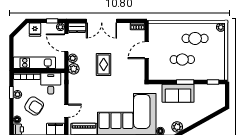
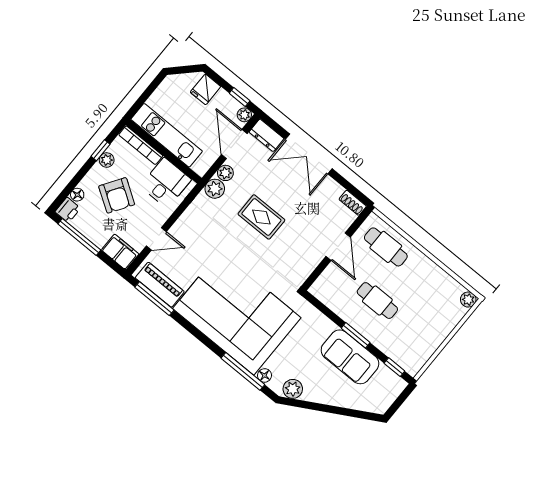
cafe table: (195, 38) -> (386, 247), moved
door: (147, 50) -> (338, 247), swing flipped
rug: (104, 64) -> (261, 217), turned 90
sofa: (178, 93) -> (350, 357), moved

